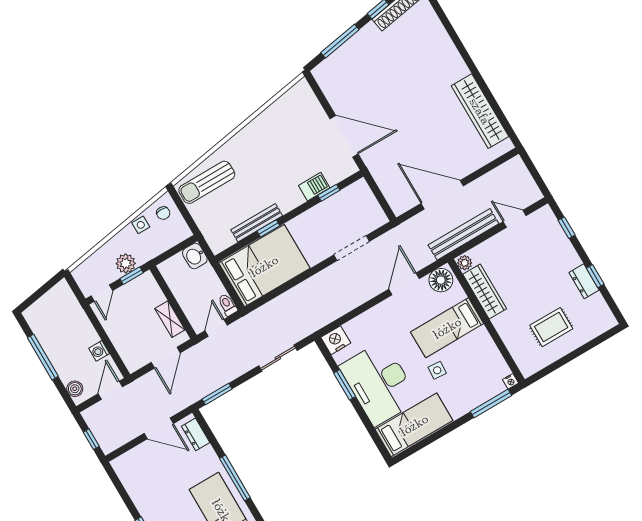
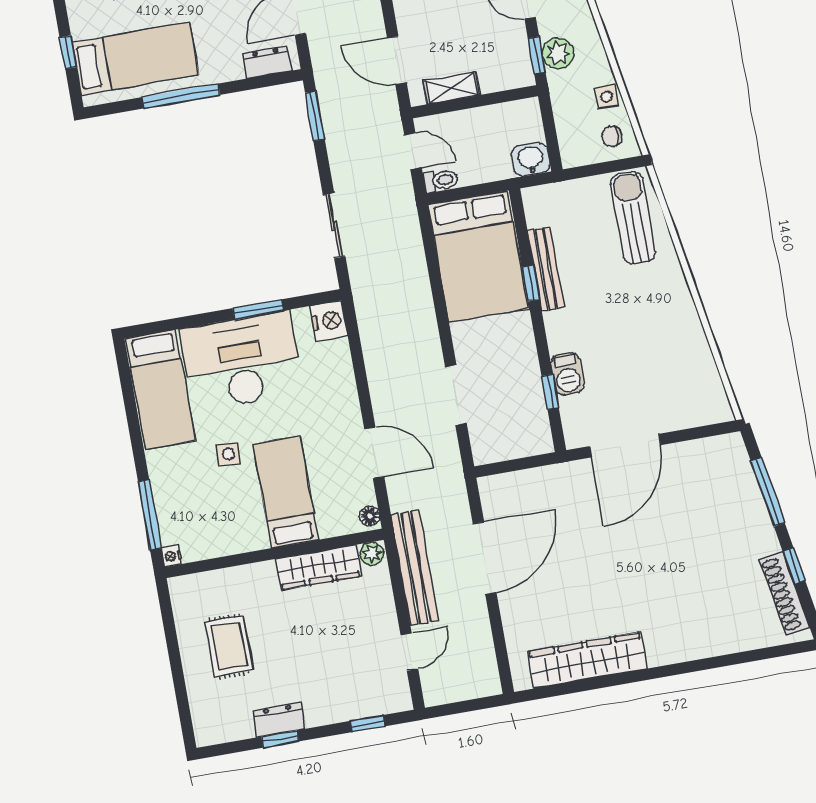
floor lamp: (441, 280) -> (370, 516), width x0.53, depth x0.53

